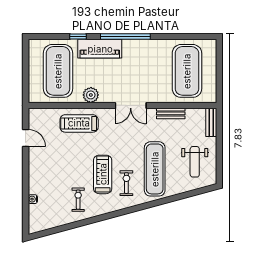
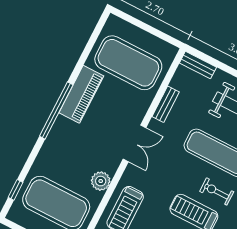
window: (78, 36) -> (15, 190), moved
piano: (100, 49) -> (81, 94), moved

